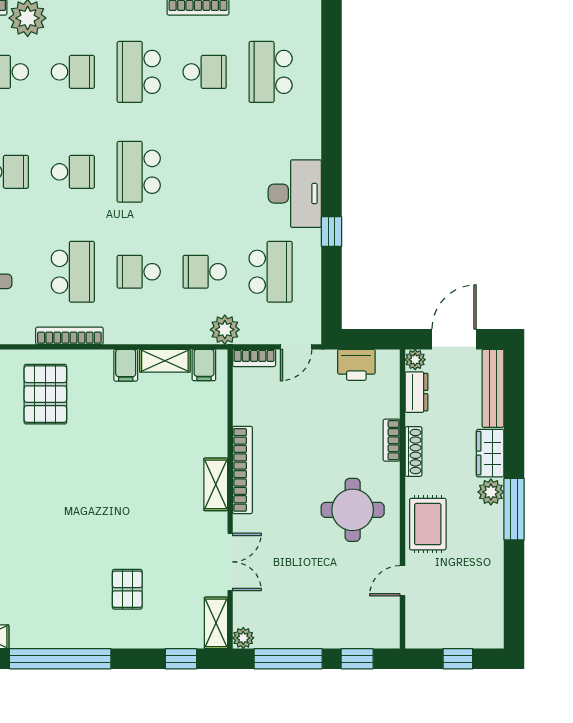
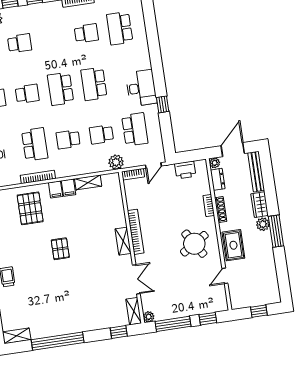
school desk: (139, 72) -> (94, 84), moved
filing cabinet: (204, 365) -> (56, 190), moved
round table: (353, 510) -> (194, 244), turned -32
pallet: (127, 589) -> (60, 249), moved

